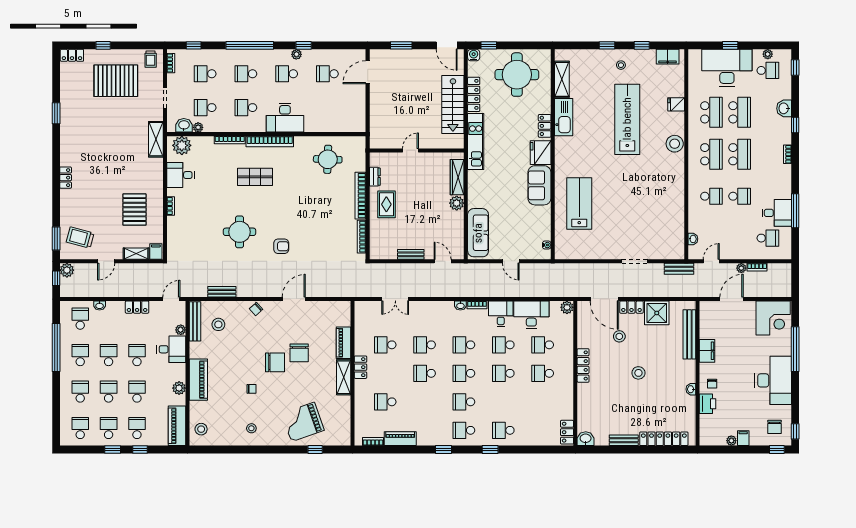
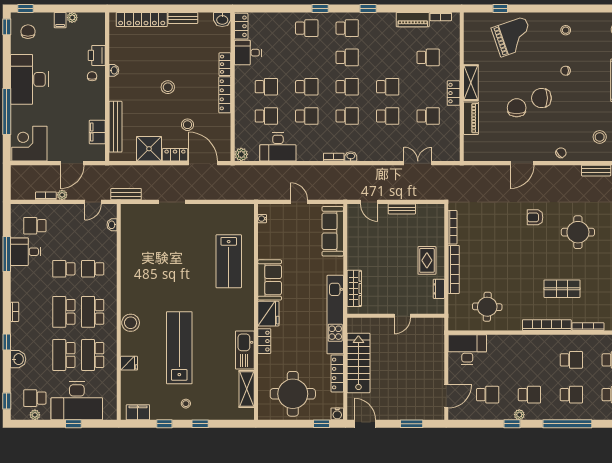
desk: (285, 118) -> (467, 350), moved
lab bench: (627, 119) -> (179, 348), turned 180
kitchen unit: (476, 141) -> (335, 315), width x1.36
plant: (457, 203) -> (355, 262), removed
desk: (501, 314) -> (248, 53), moved, turned 90
filing cabinet: (707, 351) -> (97, 132), moved
locker: (583, 395) -> (225, 64), added

